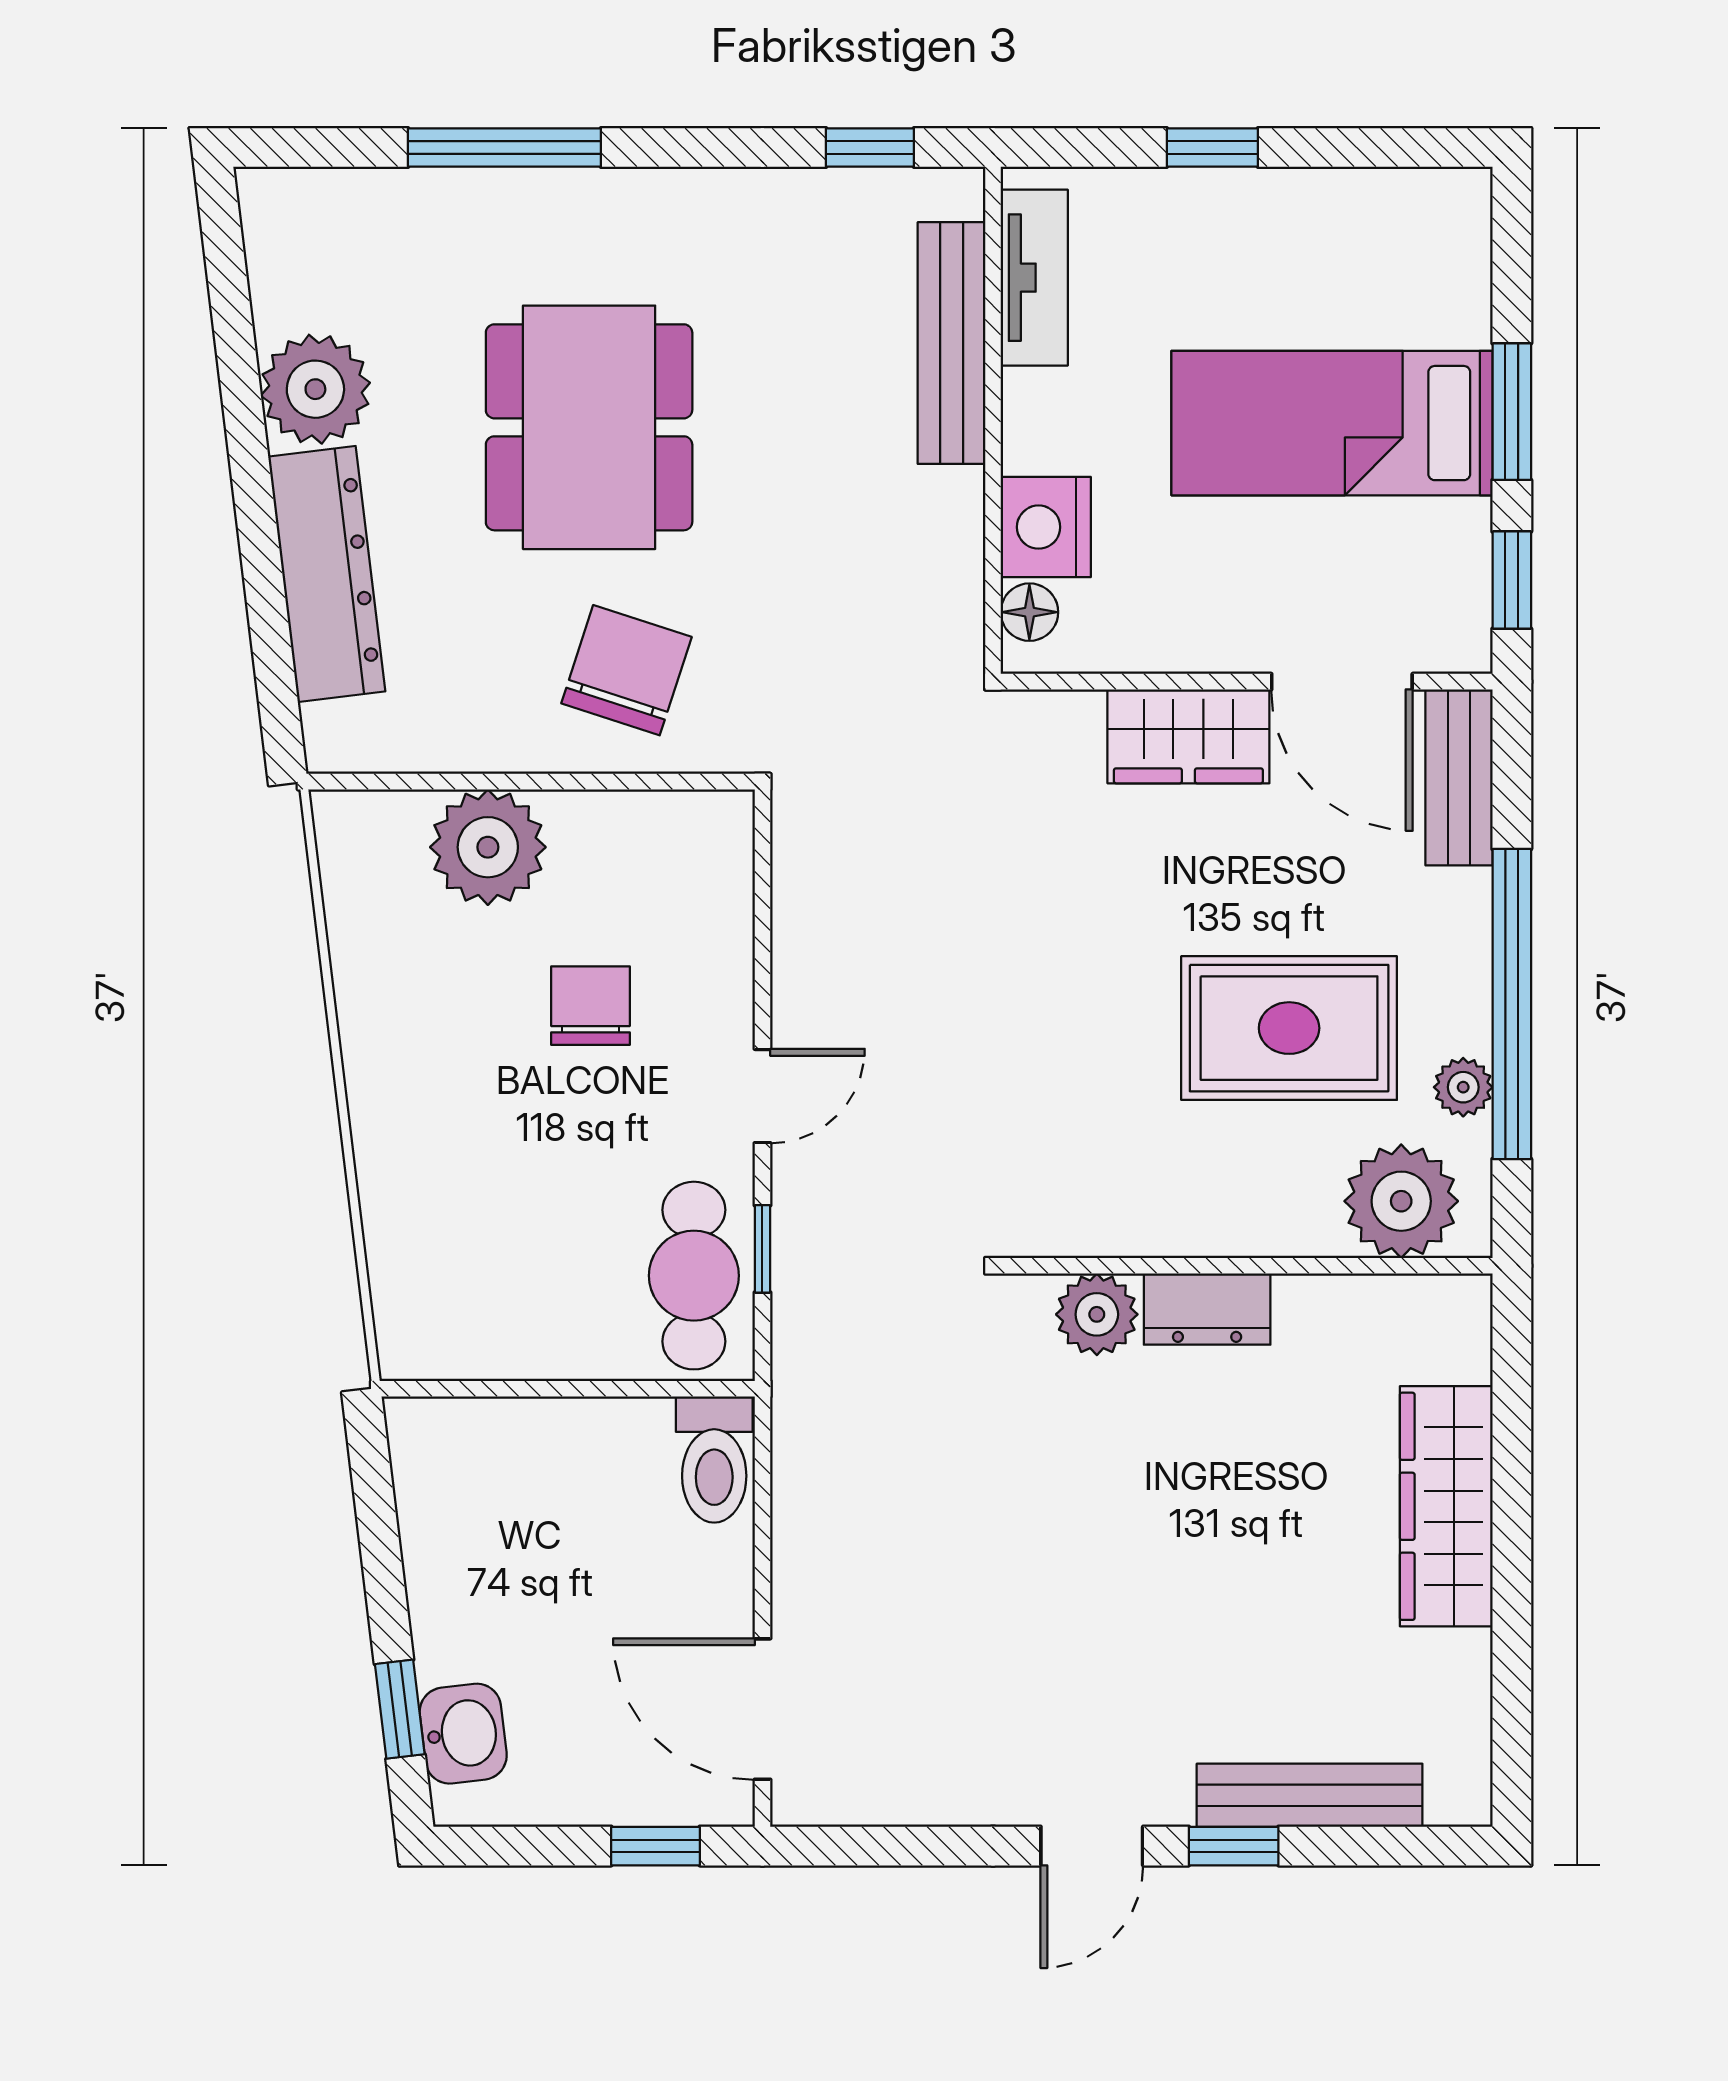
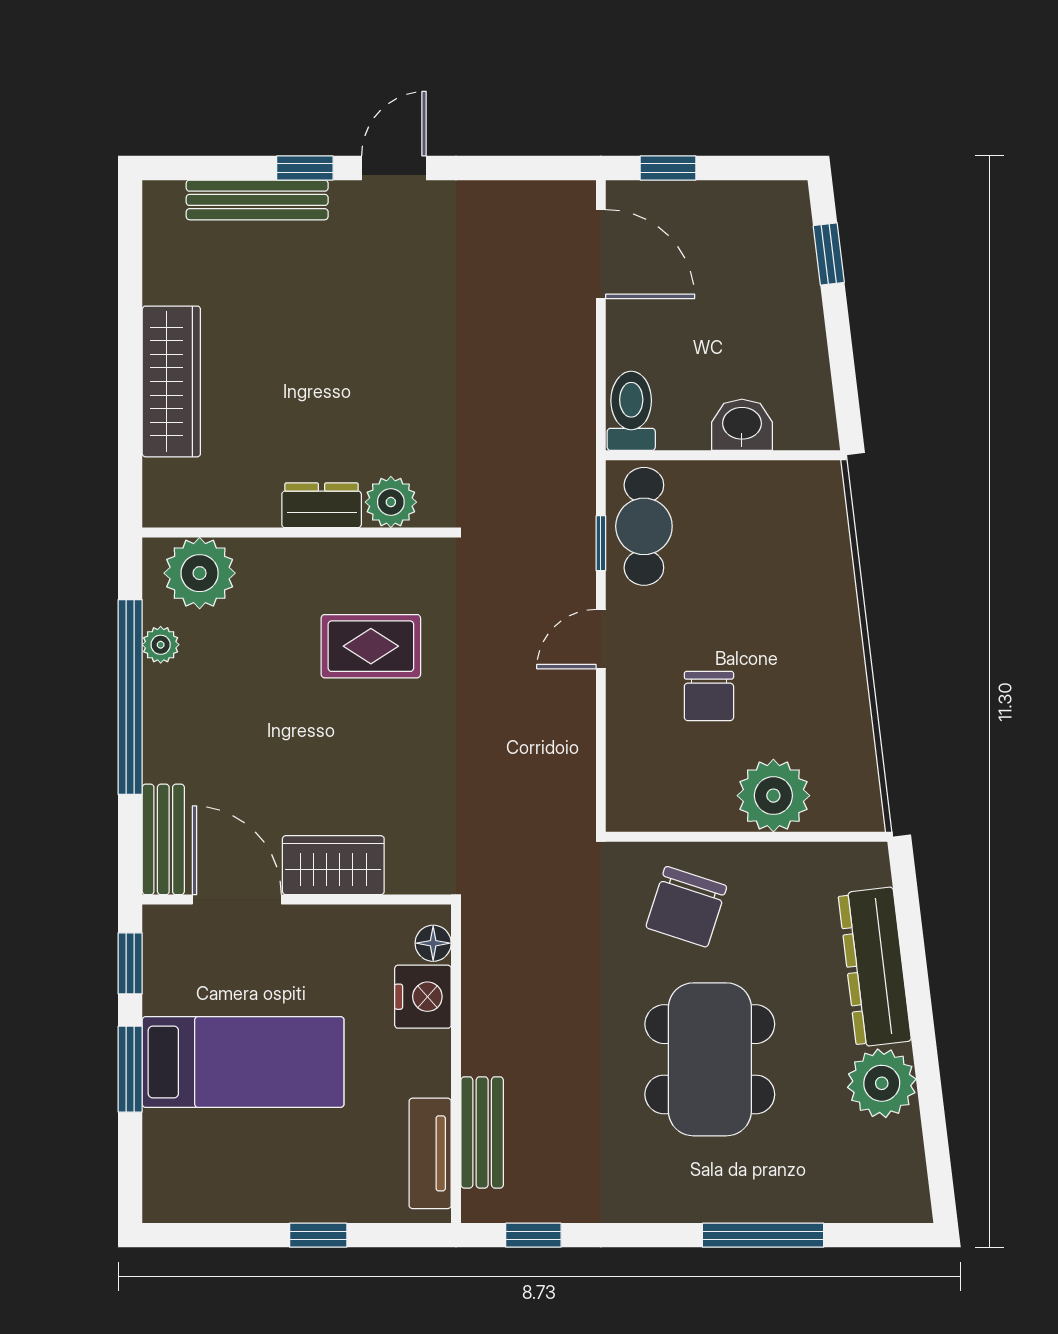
bench: (952, 343) -> (482, 1132), width x0.73
rug: (1289, 1028) -> (371, 646), moved, width x0.73, depth x0.70
washbasin: (463, 1734) -> (742, 425), moved, turned 97

